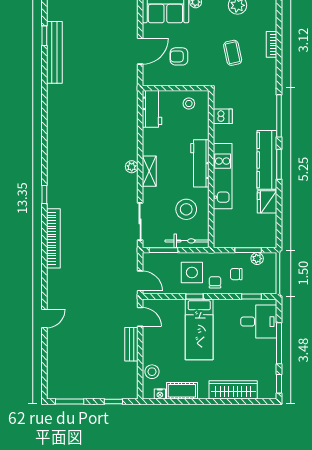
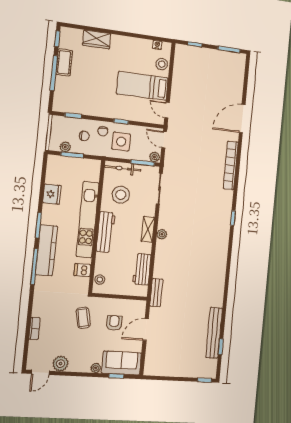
coffee table: (233, 53) -> (83, 318), moved
armchair: (179, 56) -> (114, 323), turned -90
stool: (189, 104) -> (100, 280), moved
workbench: (152, 109) -> (142, 269), moved
kitchen counter: (267, 160) -> (46, 250), moved
kitchen unit: (223, 176) -> (88, 220), width x1.36
bookcase: (53, 238) -> (231, 165), moved
plant: (150, 259) -> (154, 157), added
door: (44, 318) -> (242, 119), width x1.88
desk: (259, 322) -> (69, 94), removed
bed: (199, 329) -> (142, 86), moved, turned -90
bench: (131, 344) -> (156, 293), moved
wardrobe: (233, 390) -> (97, 39), width x0.67
cot: (182, 391) -> (64, 62), moved, turned 90

